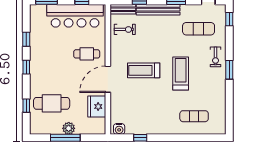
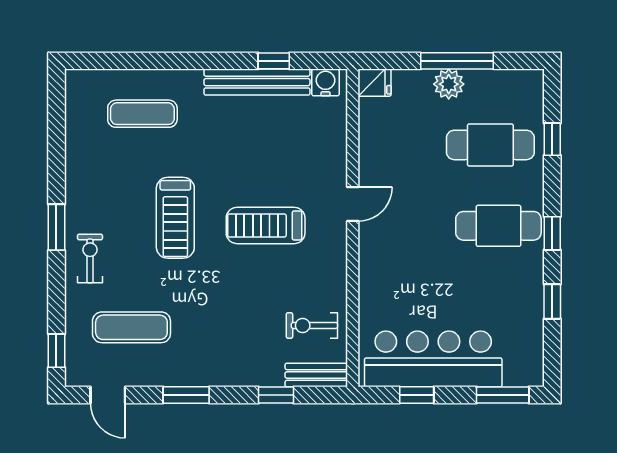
bench: (158, 10) -> (257, 82), moved
cafe table: (87, 54) -> (498, 226), moved, width x1.37, depth x1.35
treadmill: (144, 70) -> (266, 225), turned 180
door: (108, 79) -> (353, 204), width x0.53
fridge: (97, 106) -> (375, 83), moved, width x0.53, depth x0.75

